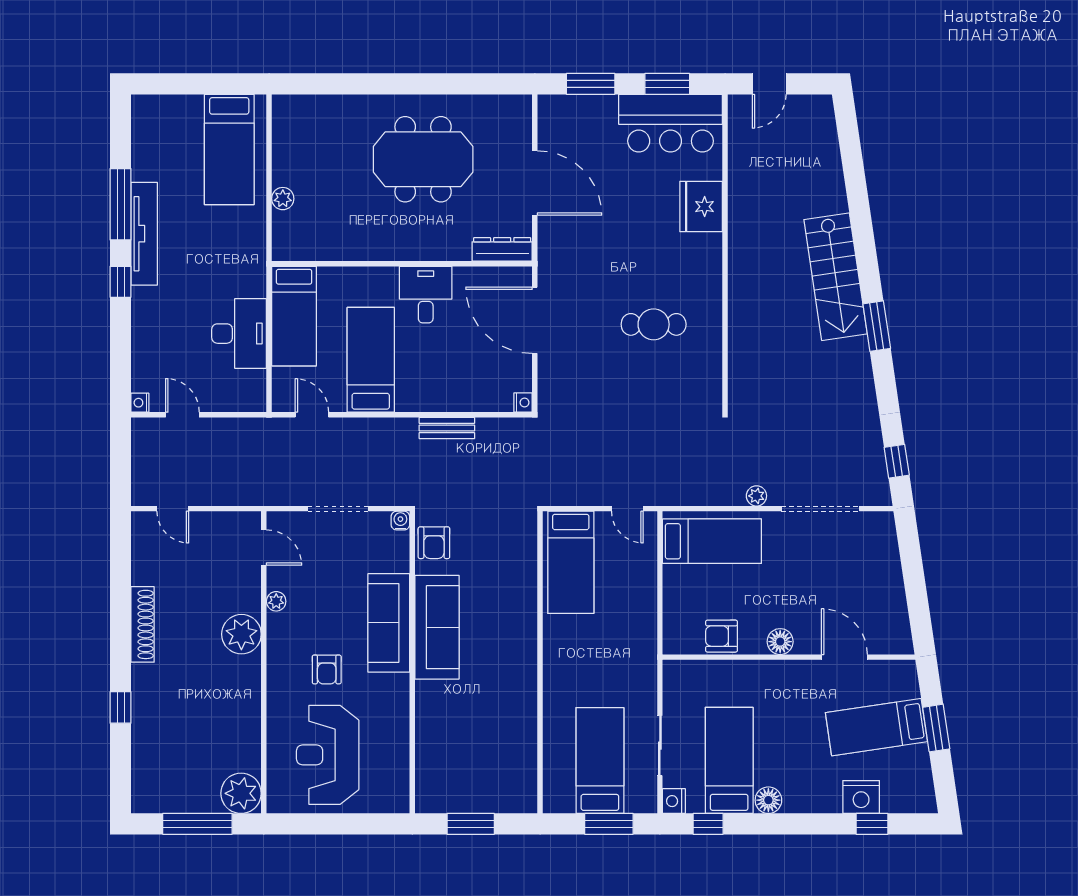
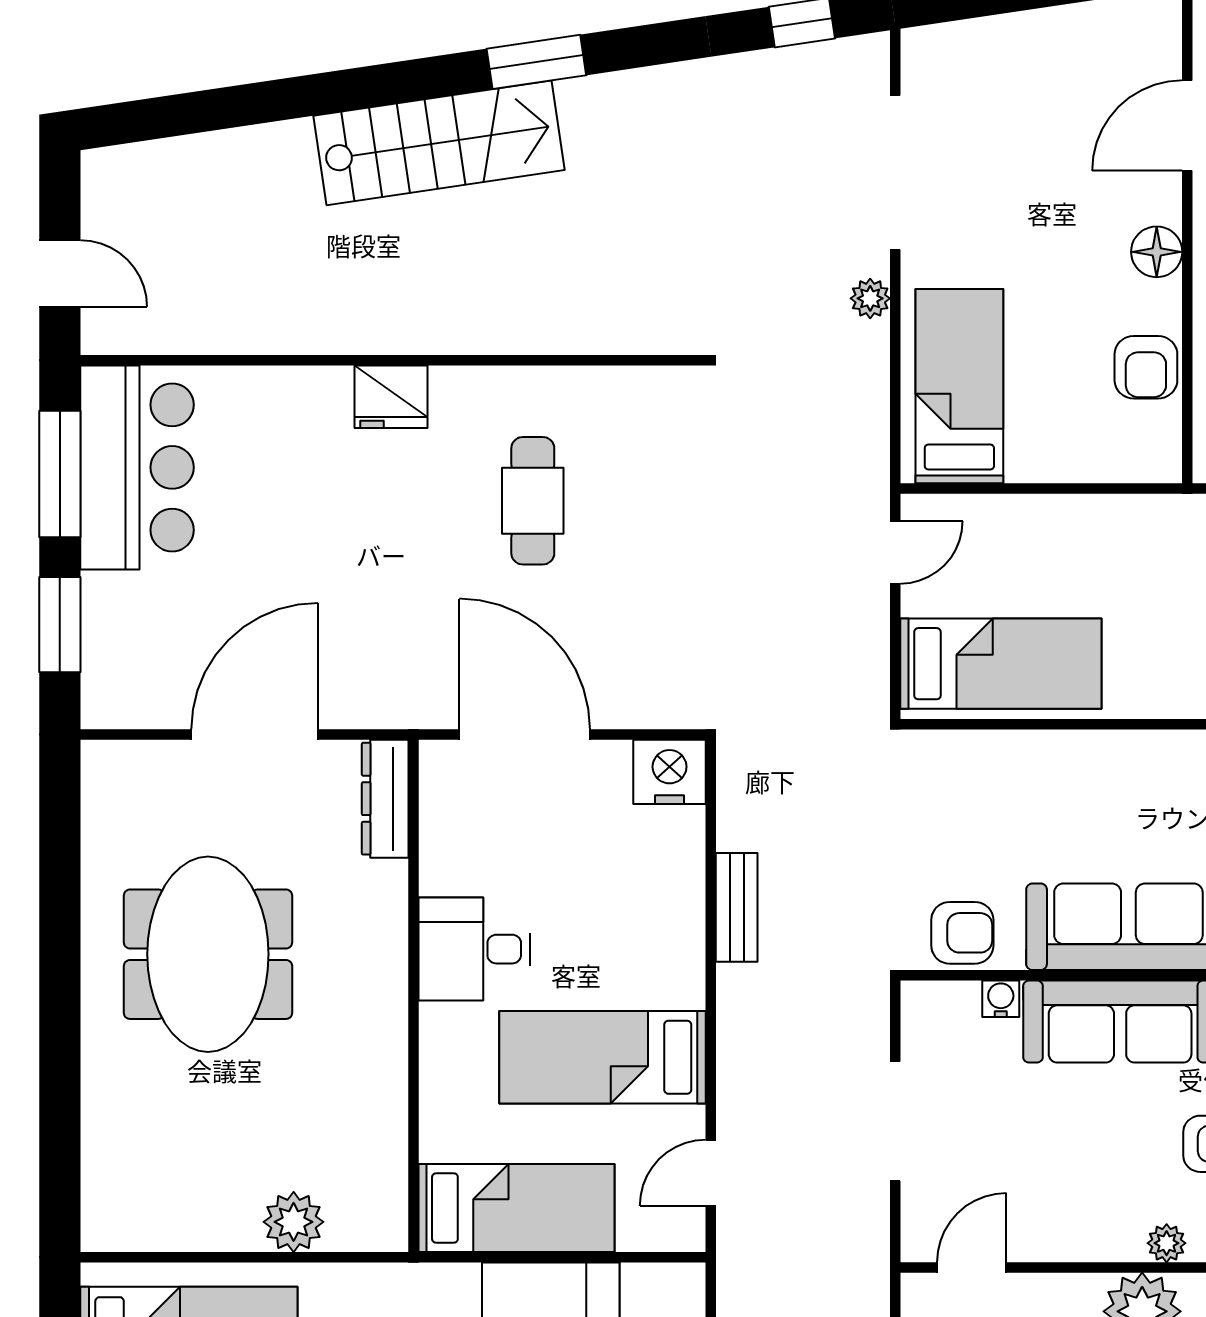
window: (667, 84) -> (60, 474), width x1.44
plant: (283, 199) -> (294, 1222), width x1.38, depth x1.38
fridge: (701, 207) -> (391, 397), moved, width x0.73, depth x0.75
door: (535, 320) -> (525, 734), swing flipped
nightstand: (523, 403) -> (670, 772), width x1.89, depth x1.79
water cooler: (400, 521) -> (1001, 999), moved, turned 90
plant: (276, 601) -> (1167, 1243), moved

